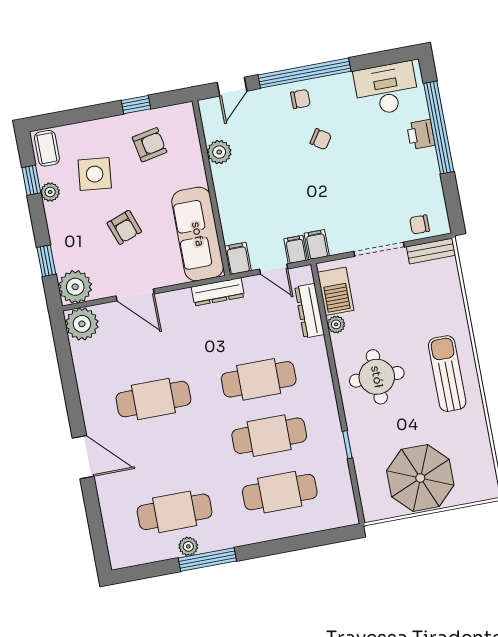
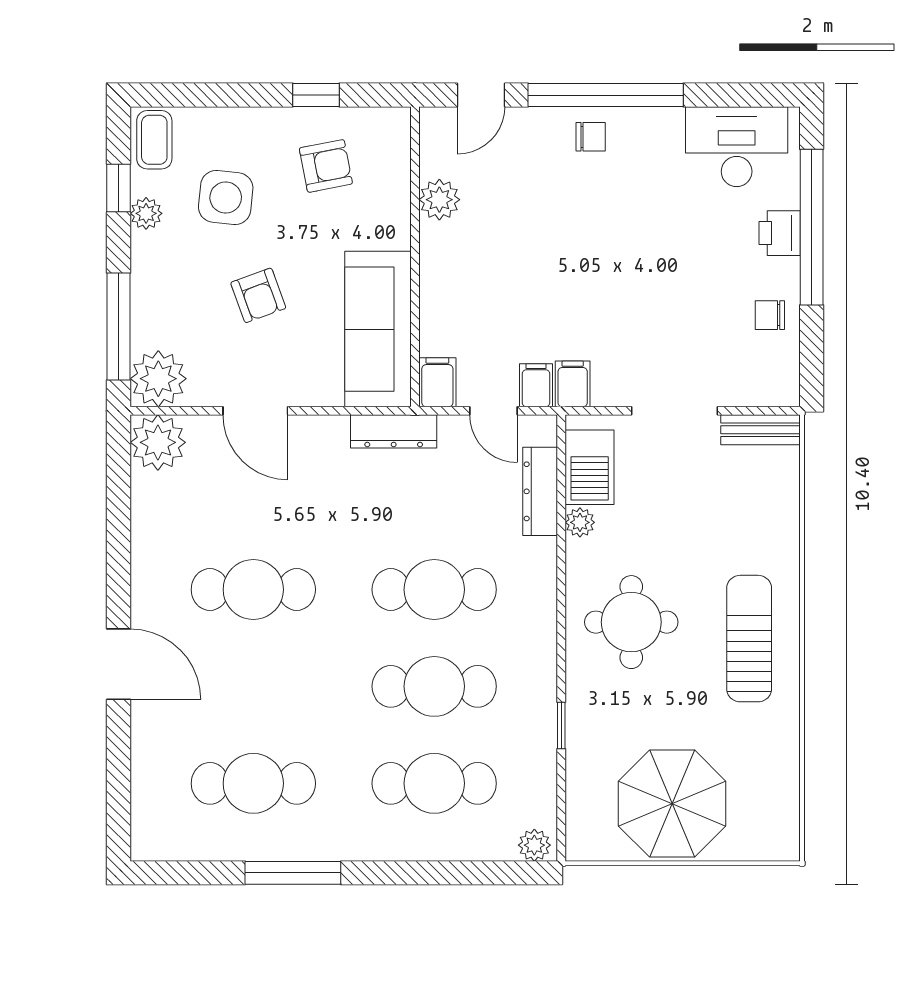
chair: (321, 139) -> (612, 210), removed
chair: (420, 225) -> (770, 315), moved
window: (46, 261) -> (119, 326), width x2.17
plant: (188, 546) -> (534, 845), moved

